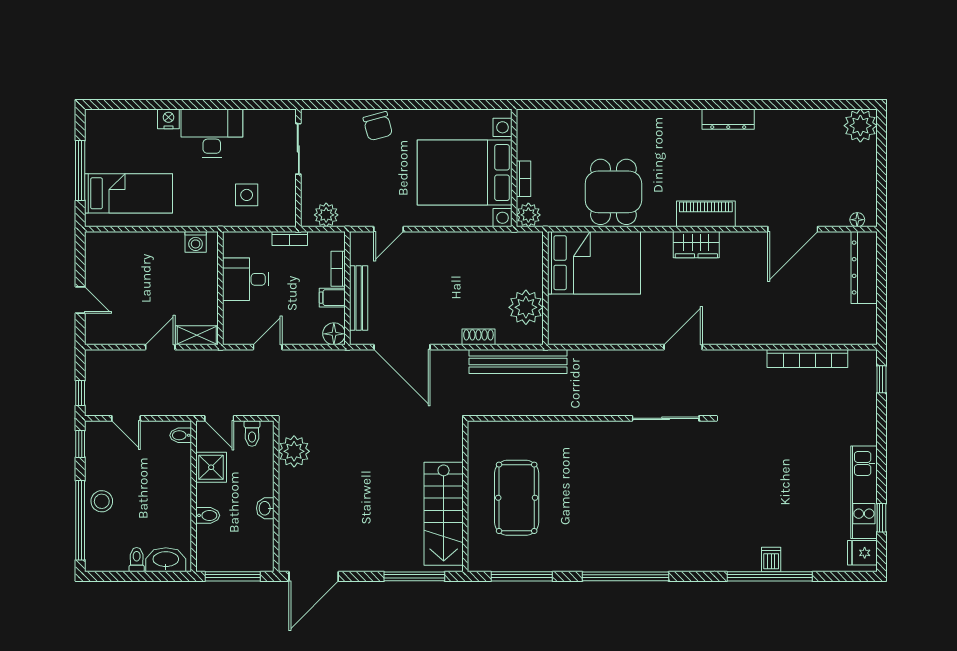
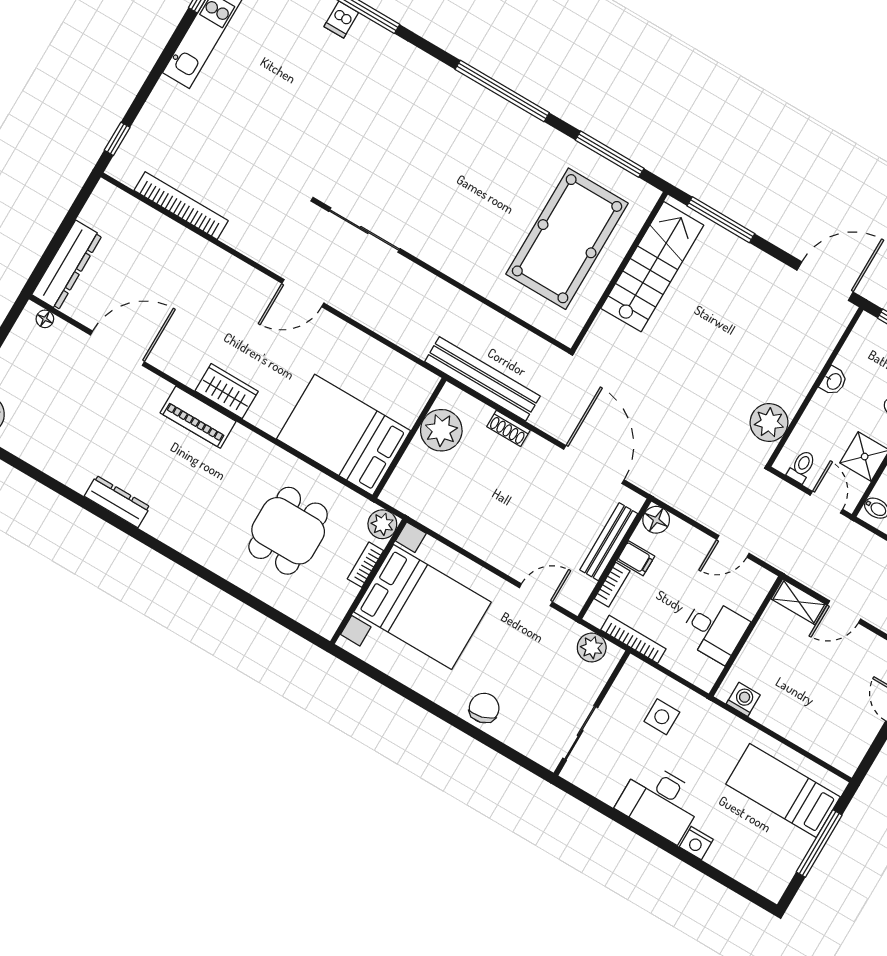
dining table: (613, 192) -> (288, 531), moved
bookcase: (290, 238) -> (633, 639), width x1.56
pool table: (517, 498) -> (567, 239), width x1.36, depth x1.32

